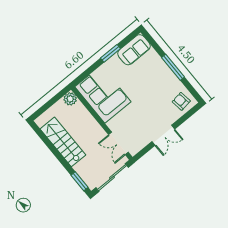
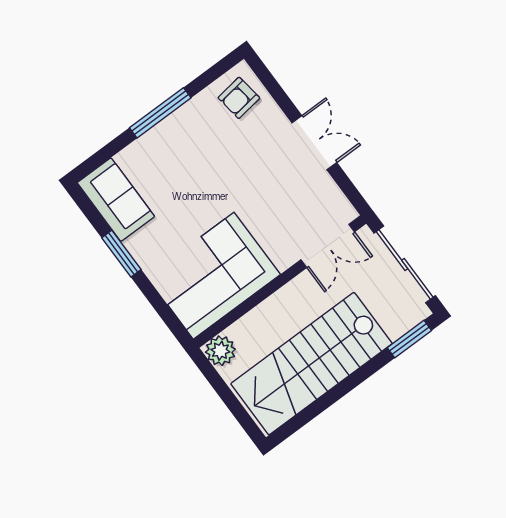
stairs: (63, 142) -> (311, 364), width x1.36, depth x1.51

